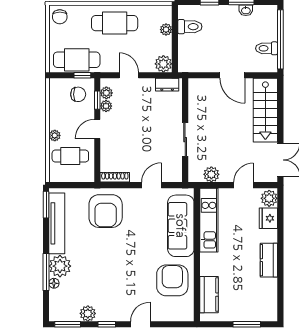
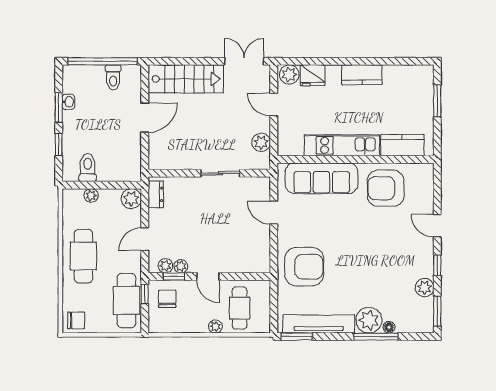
shoe rack: (115, 177) -> (265, 256), removed
kitchen unit: (209, 220) -> (342, 145), moved

